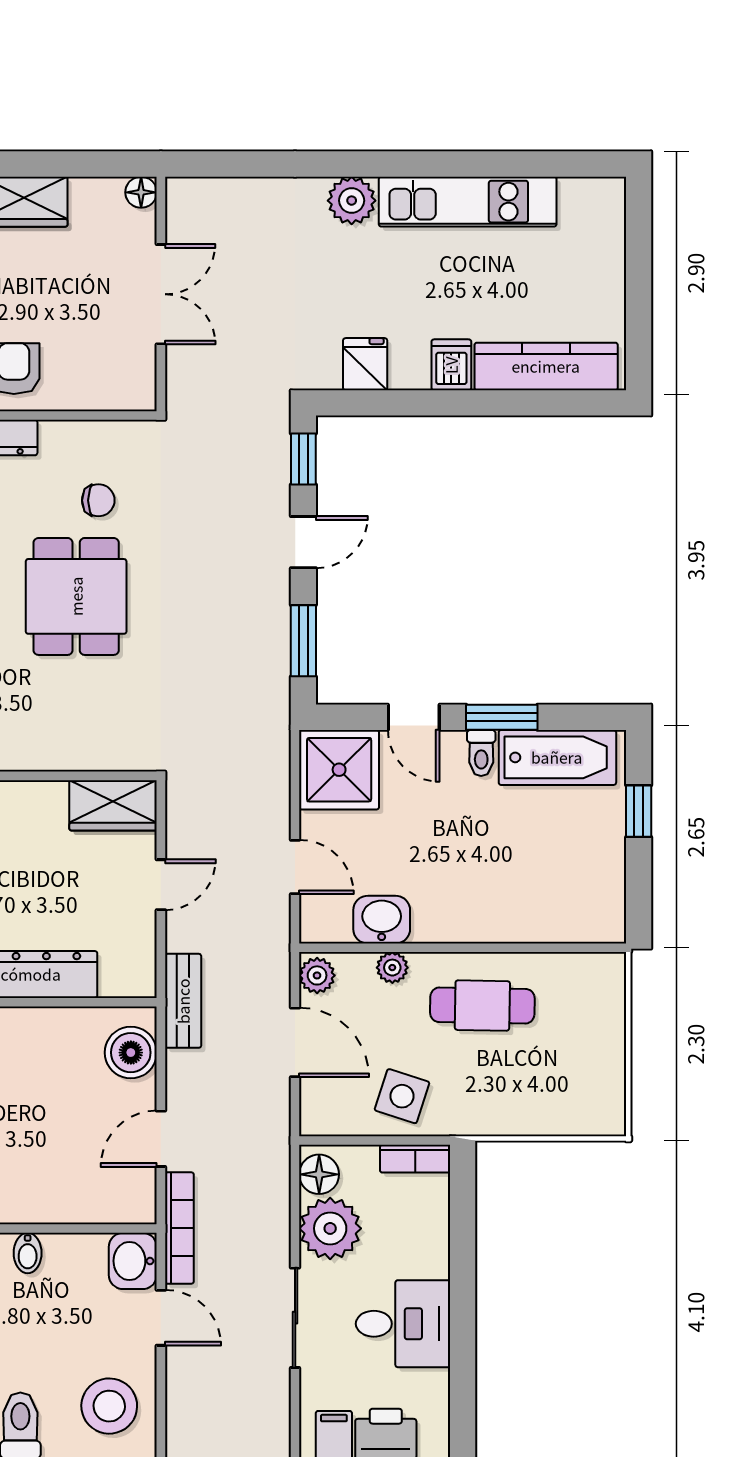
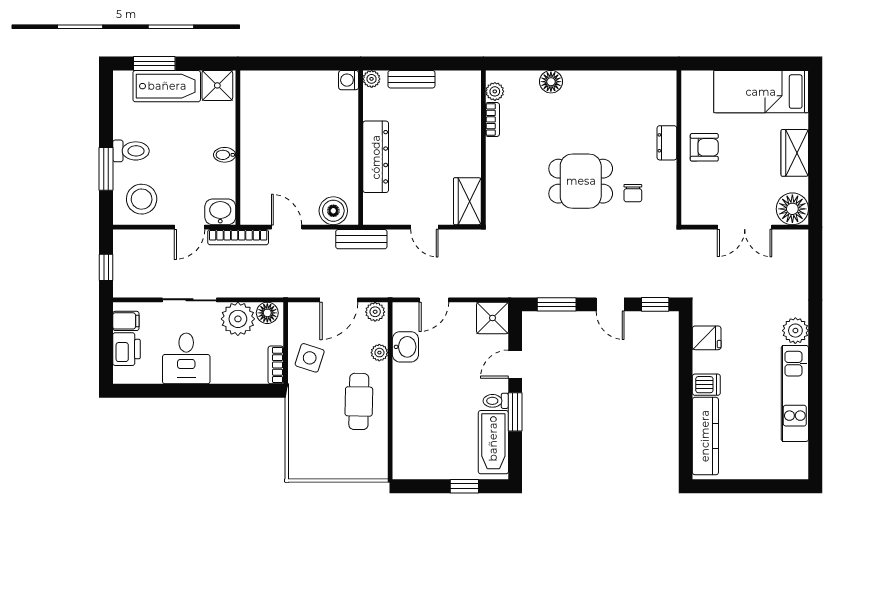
floor lamp: (141, 192) -> (792, 209), width x1.89, depth x1.89
shower: (339, 770) -> (492, 318), width x0.73, depth x0.73

